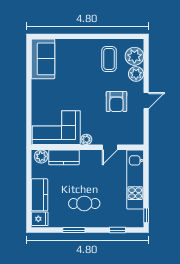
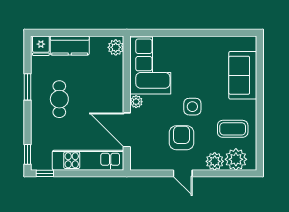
sofa: (43, 59) -> (243, 75), moved, turned 90
side table: (90, 93) -> (192, 107), added
armchair: (116, 102) -> (182, 138), turned 90
door: (110, 147) -> (127, 130), width x1.88
kitchen counter: (64, 157) -> (115, 75), removed
window: (118, 230) -> (27, 154), moved

